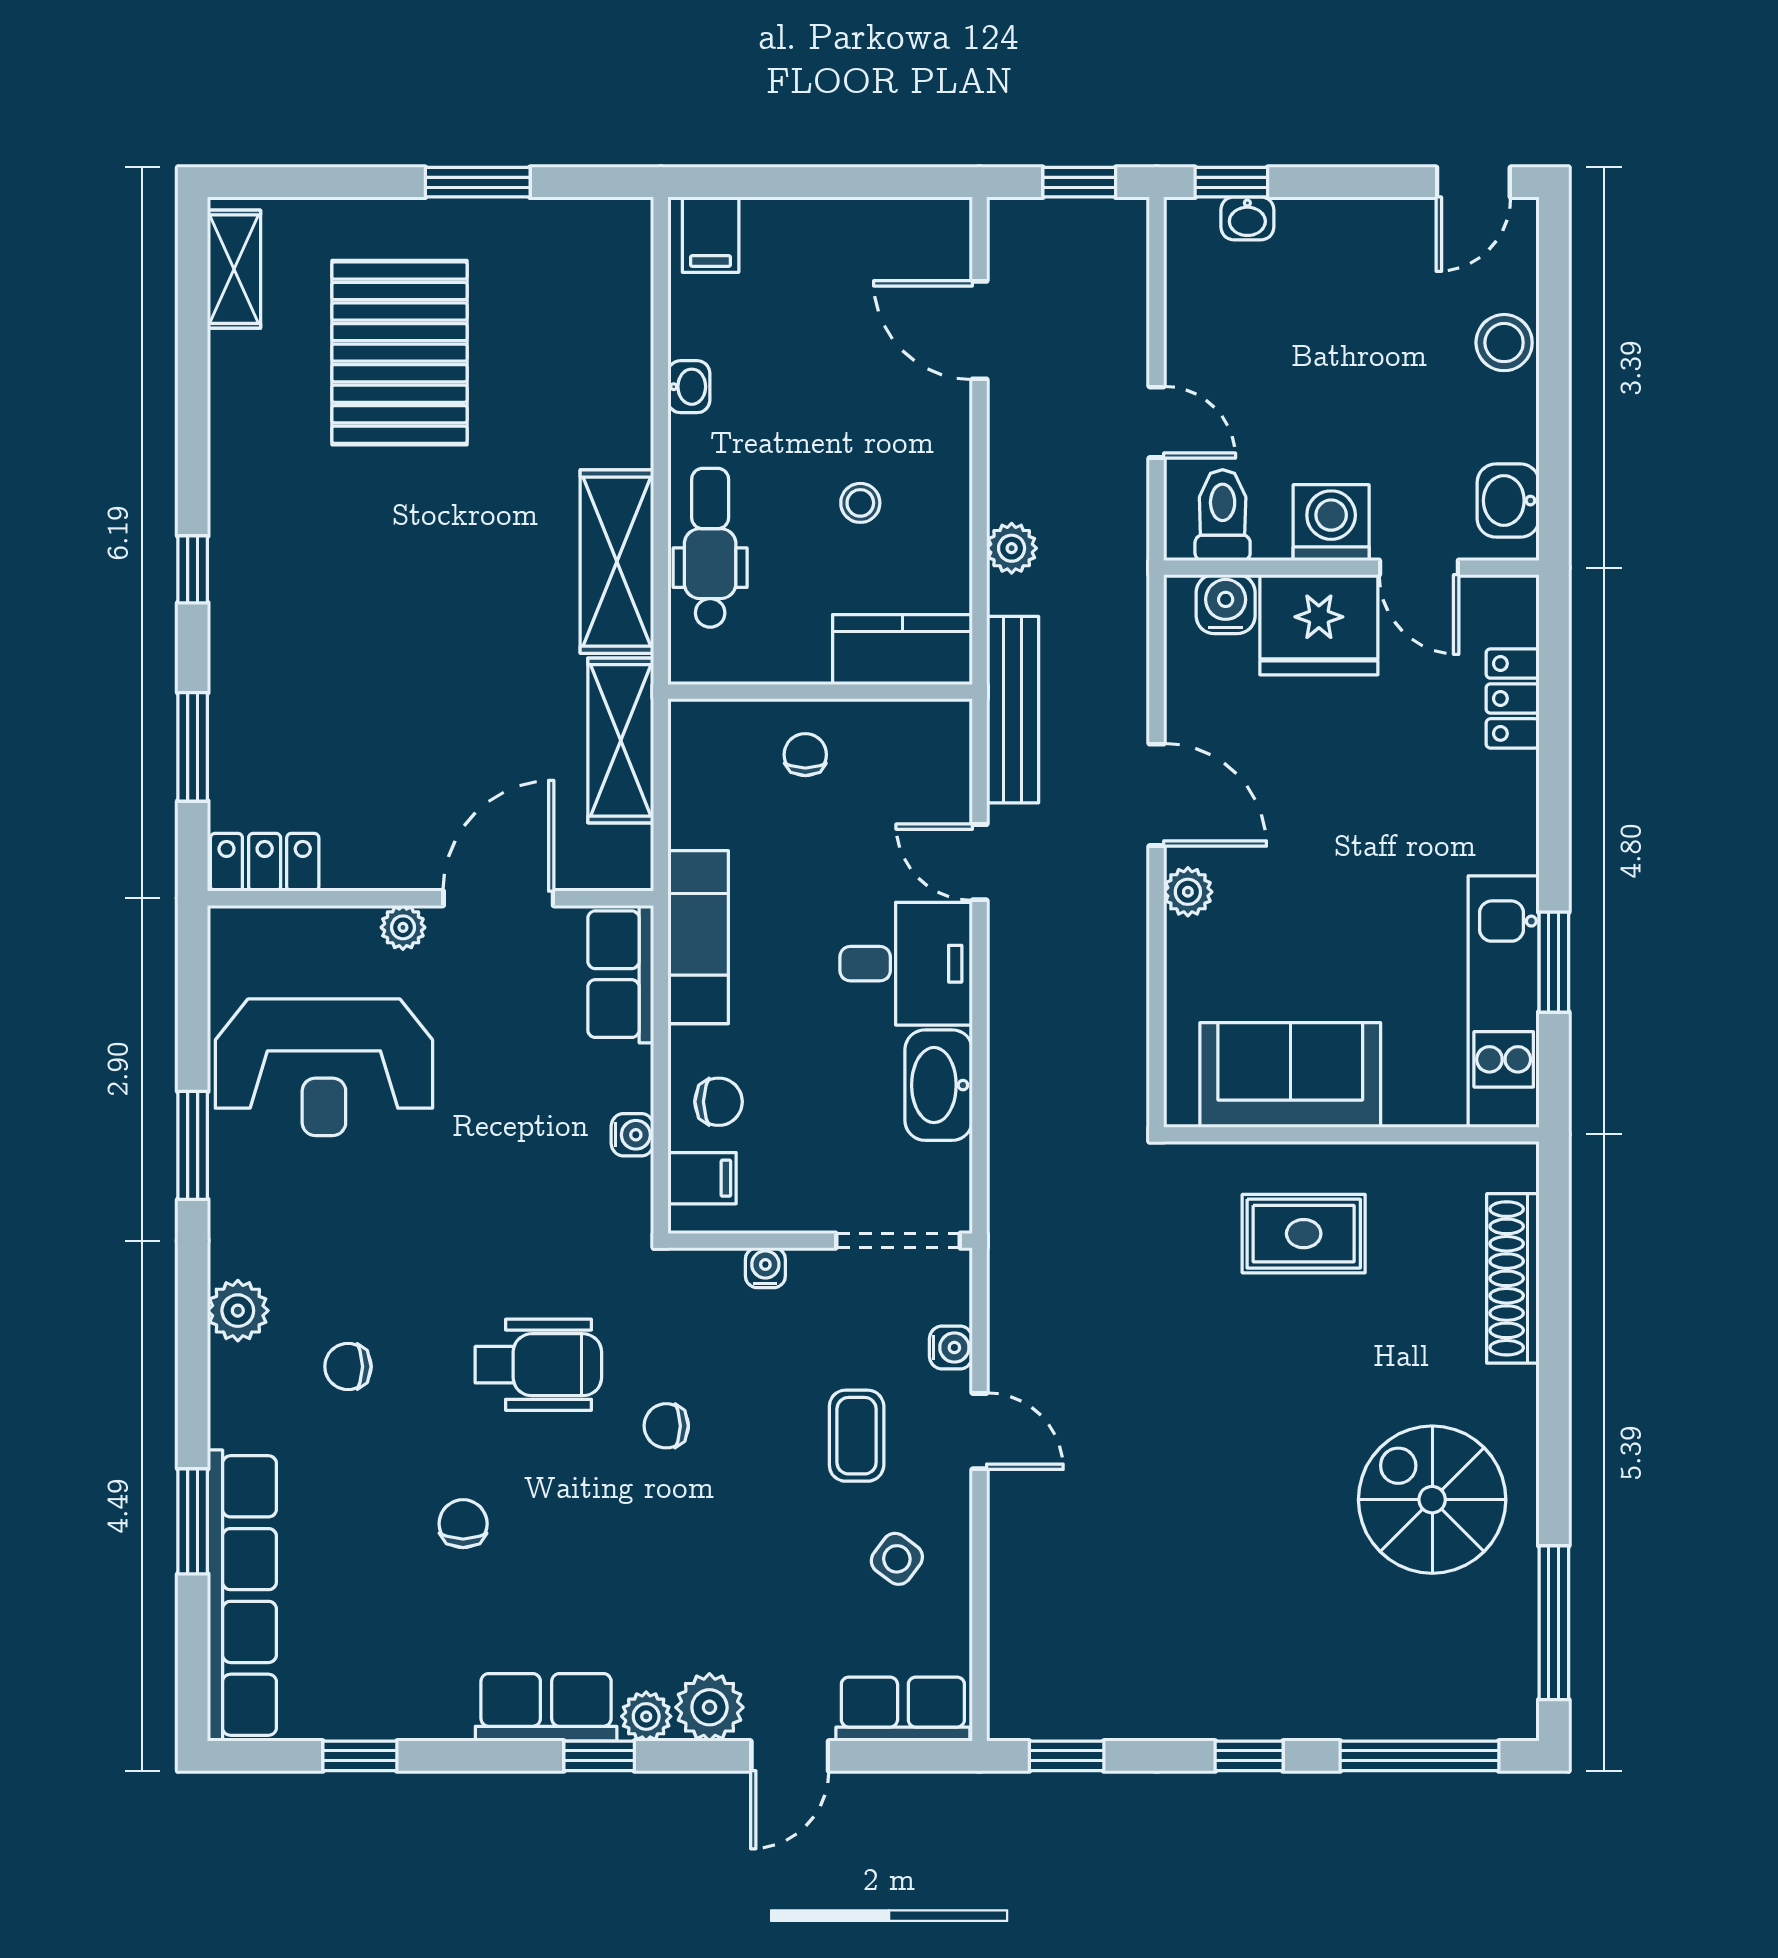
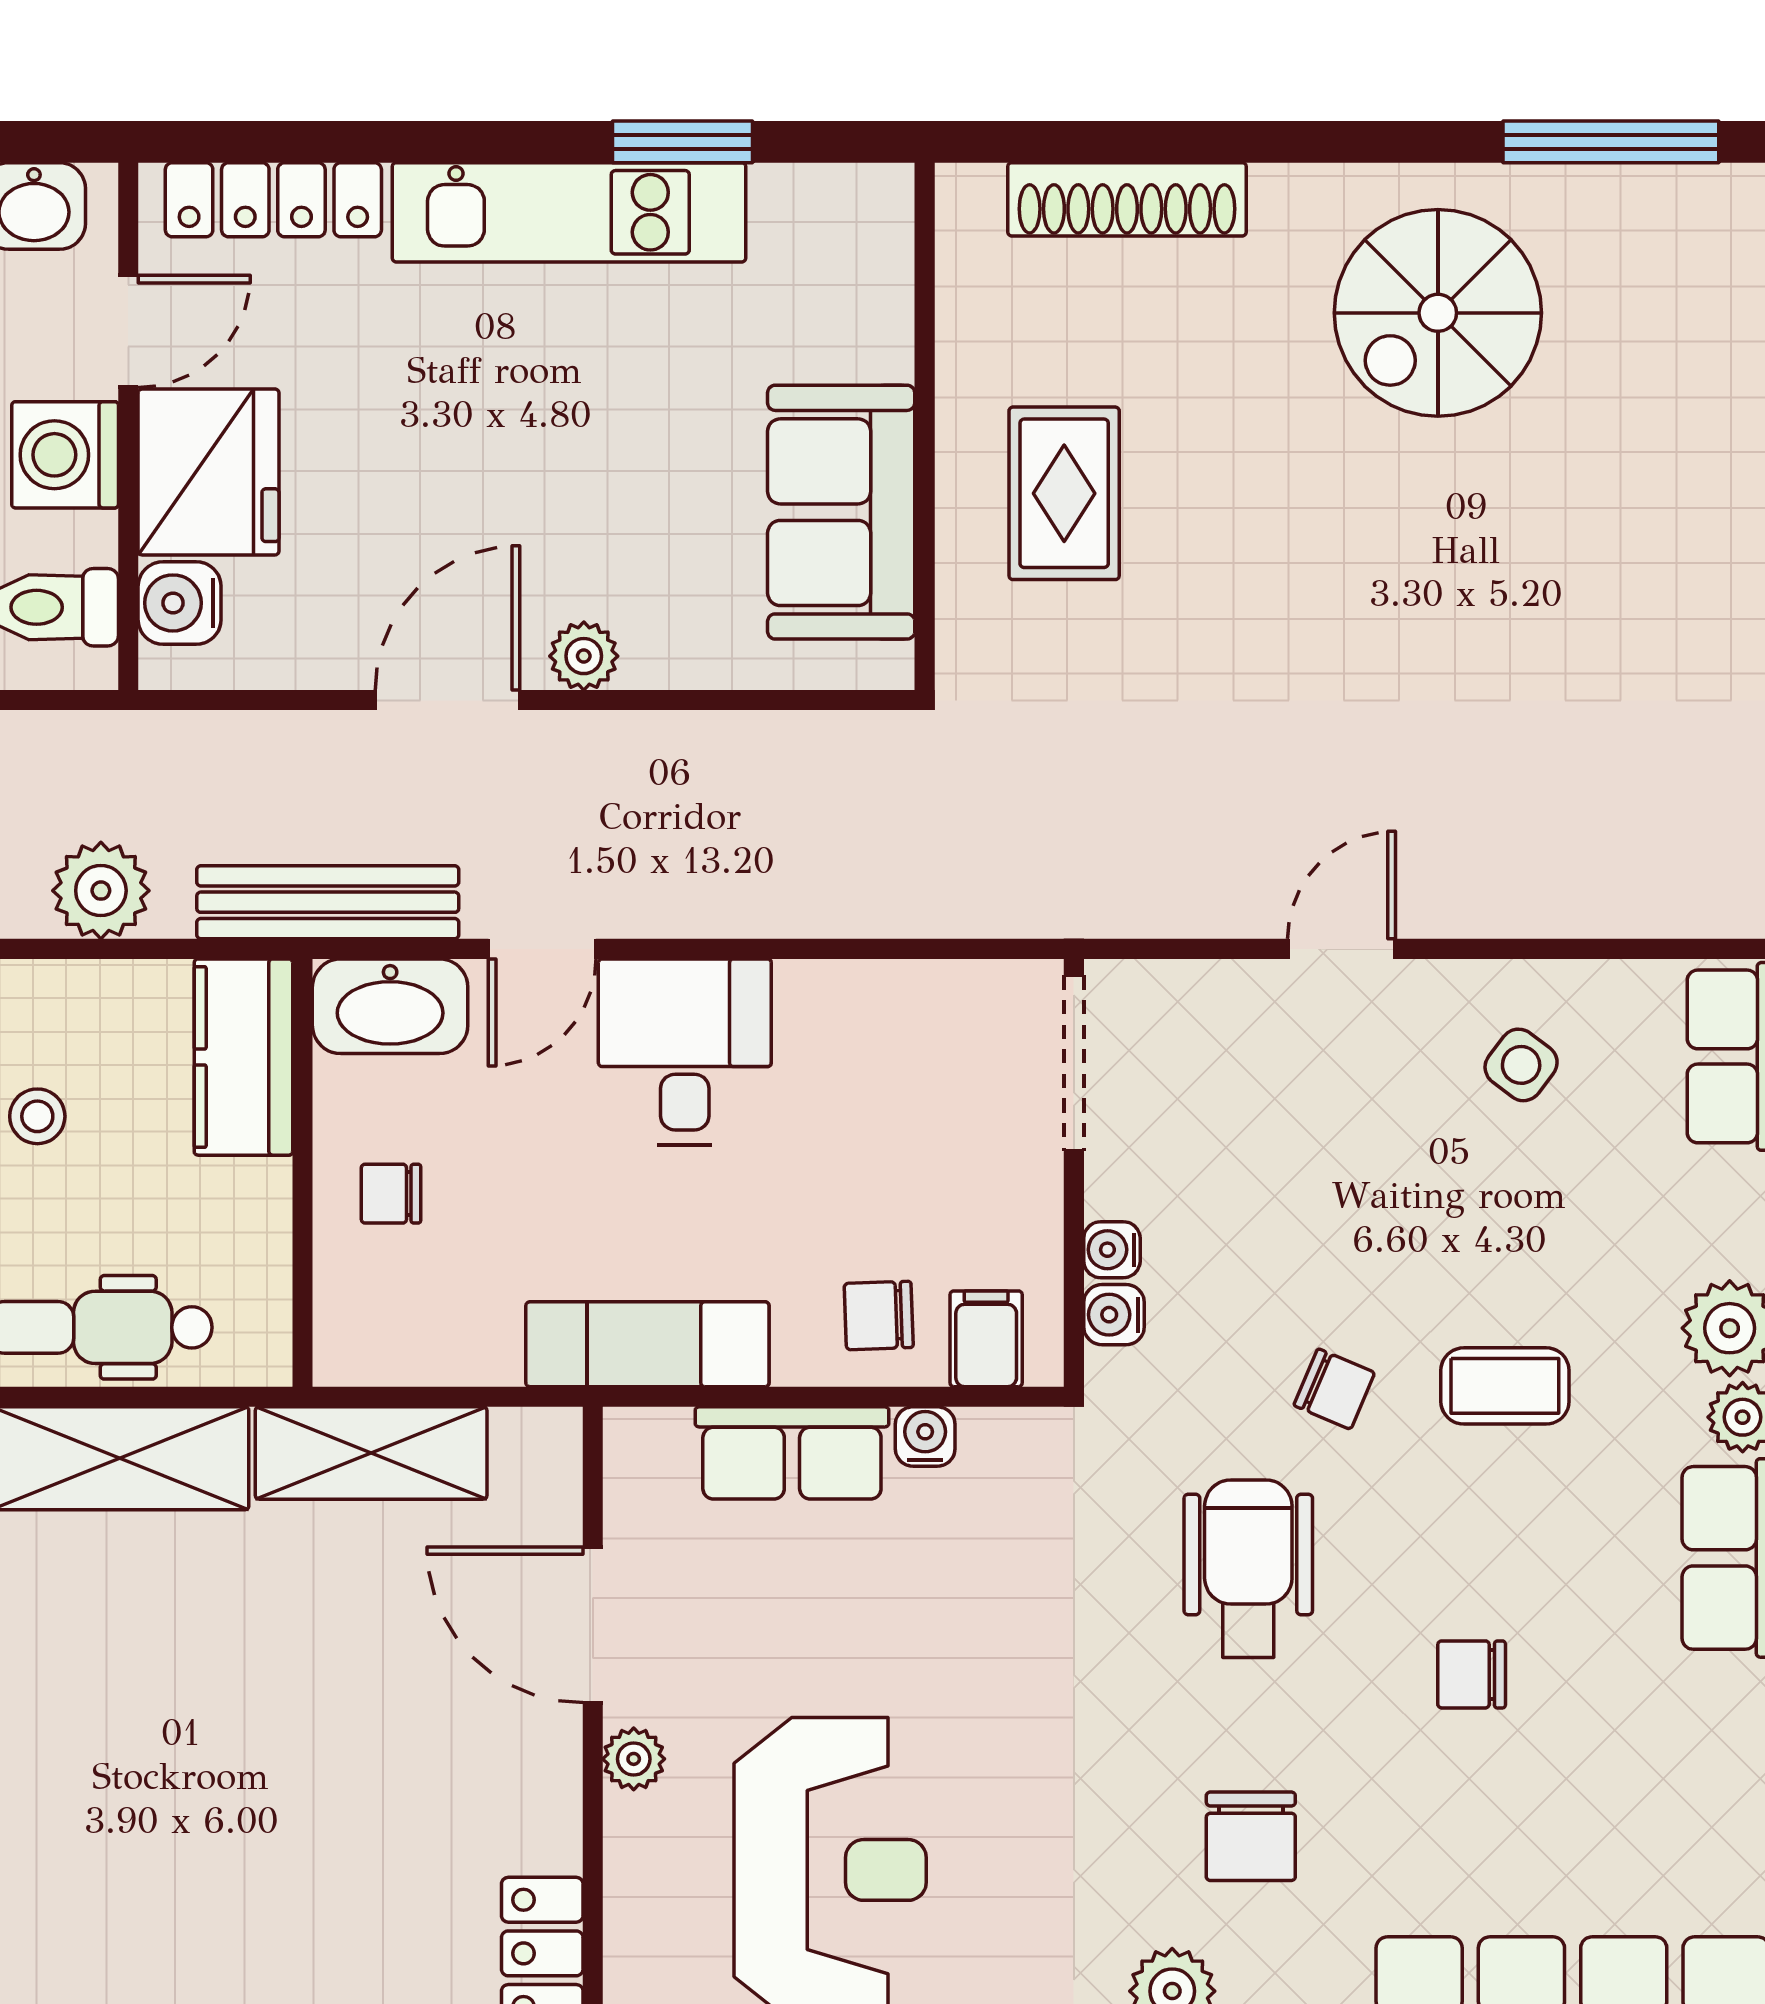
plant: (1012, 548) -> (101, 891), width x1.38, depth x1.38
locker: (1513, 698) -> (273, 200), width x1.53
row of seats: (621, 974) -> (792, 1453), moved
kitchen unit: (1504, 1002) -> (569, 212), moved
washbasin: (939, 1085) -> (390, 1006), moved
chair: (719, 1102) -> (879, 1315), turned -92
water cooler: (951, 1348) -> (1114, 1315), moved, turned -90
chair: (348, 1367) -> (1251, 1836), width x1.37, depth x1.37
chair: (666, 1426) -> (1334, 1389), turned -67
coffee table: (857, 1436) -> (1505, 1386), moved

